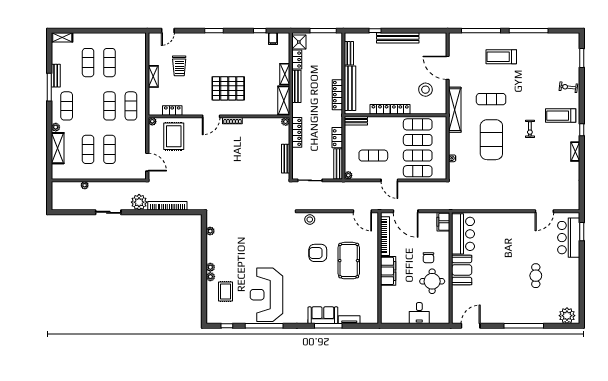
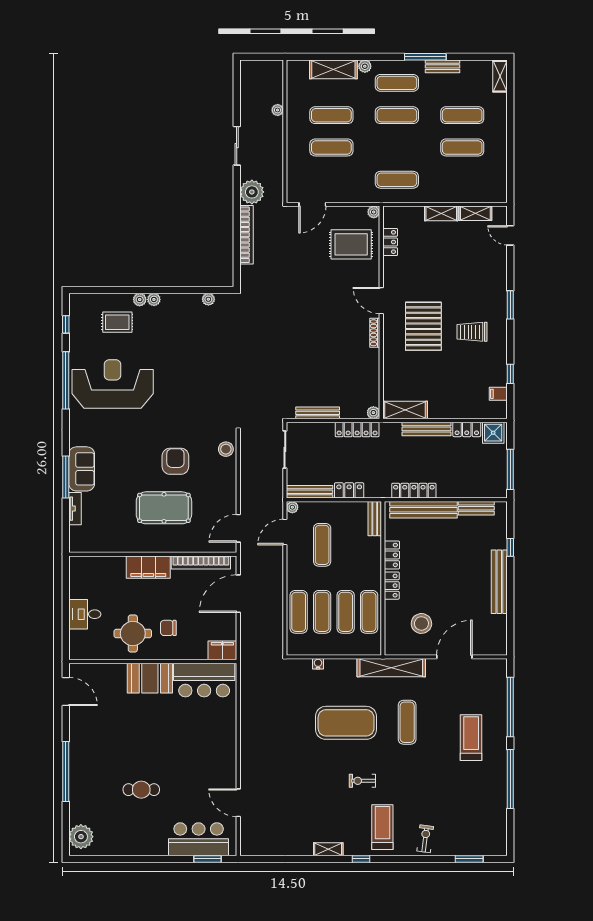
trolley: (179, 66) -> (472, 332), moved
shelving: (285, 74) -> (475, 213), moved
exercise mat: (109, 106) -> (397, 115), moved
door: (389, 180) -> (285, 532), moved

